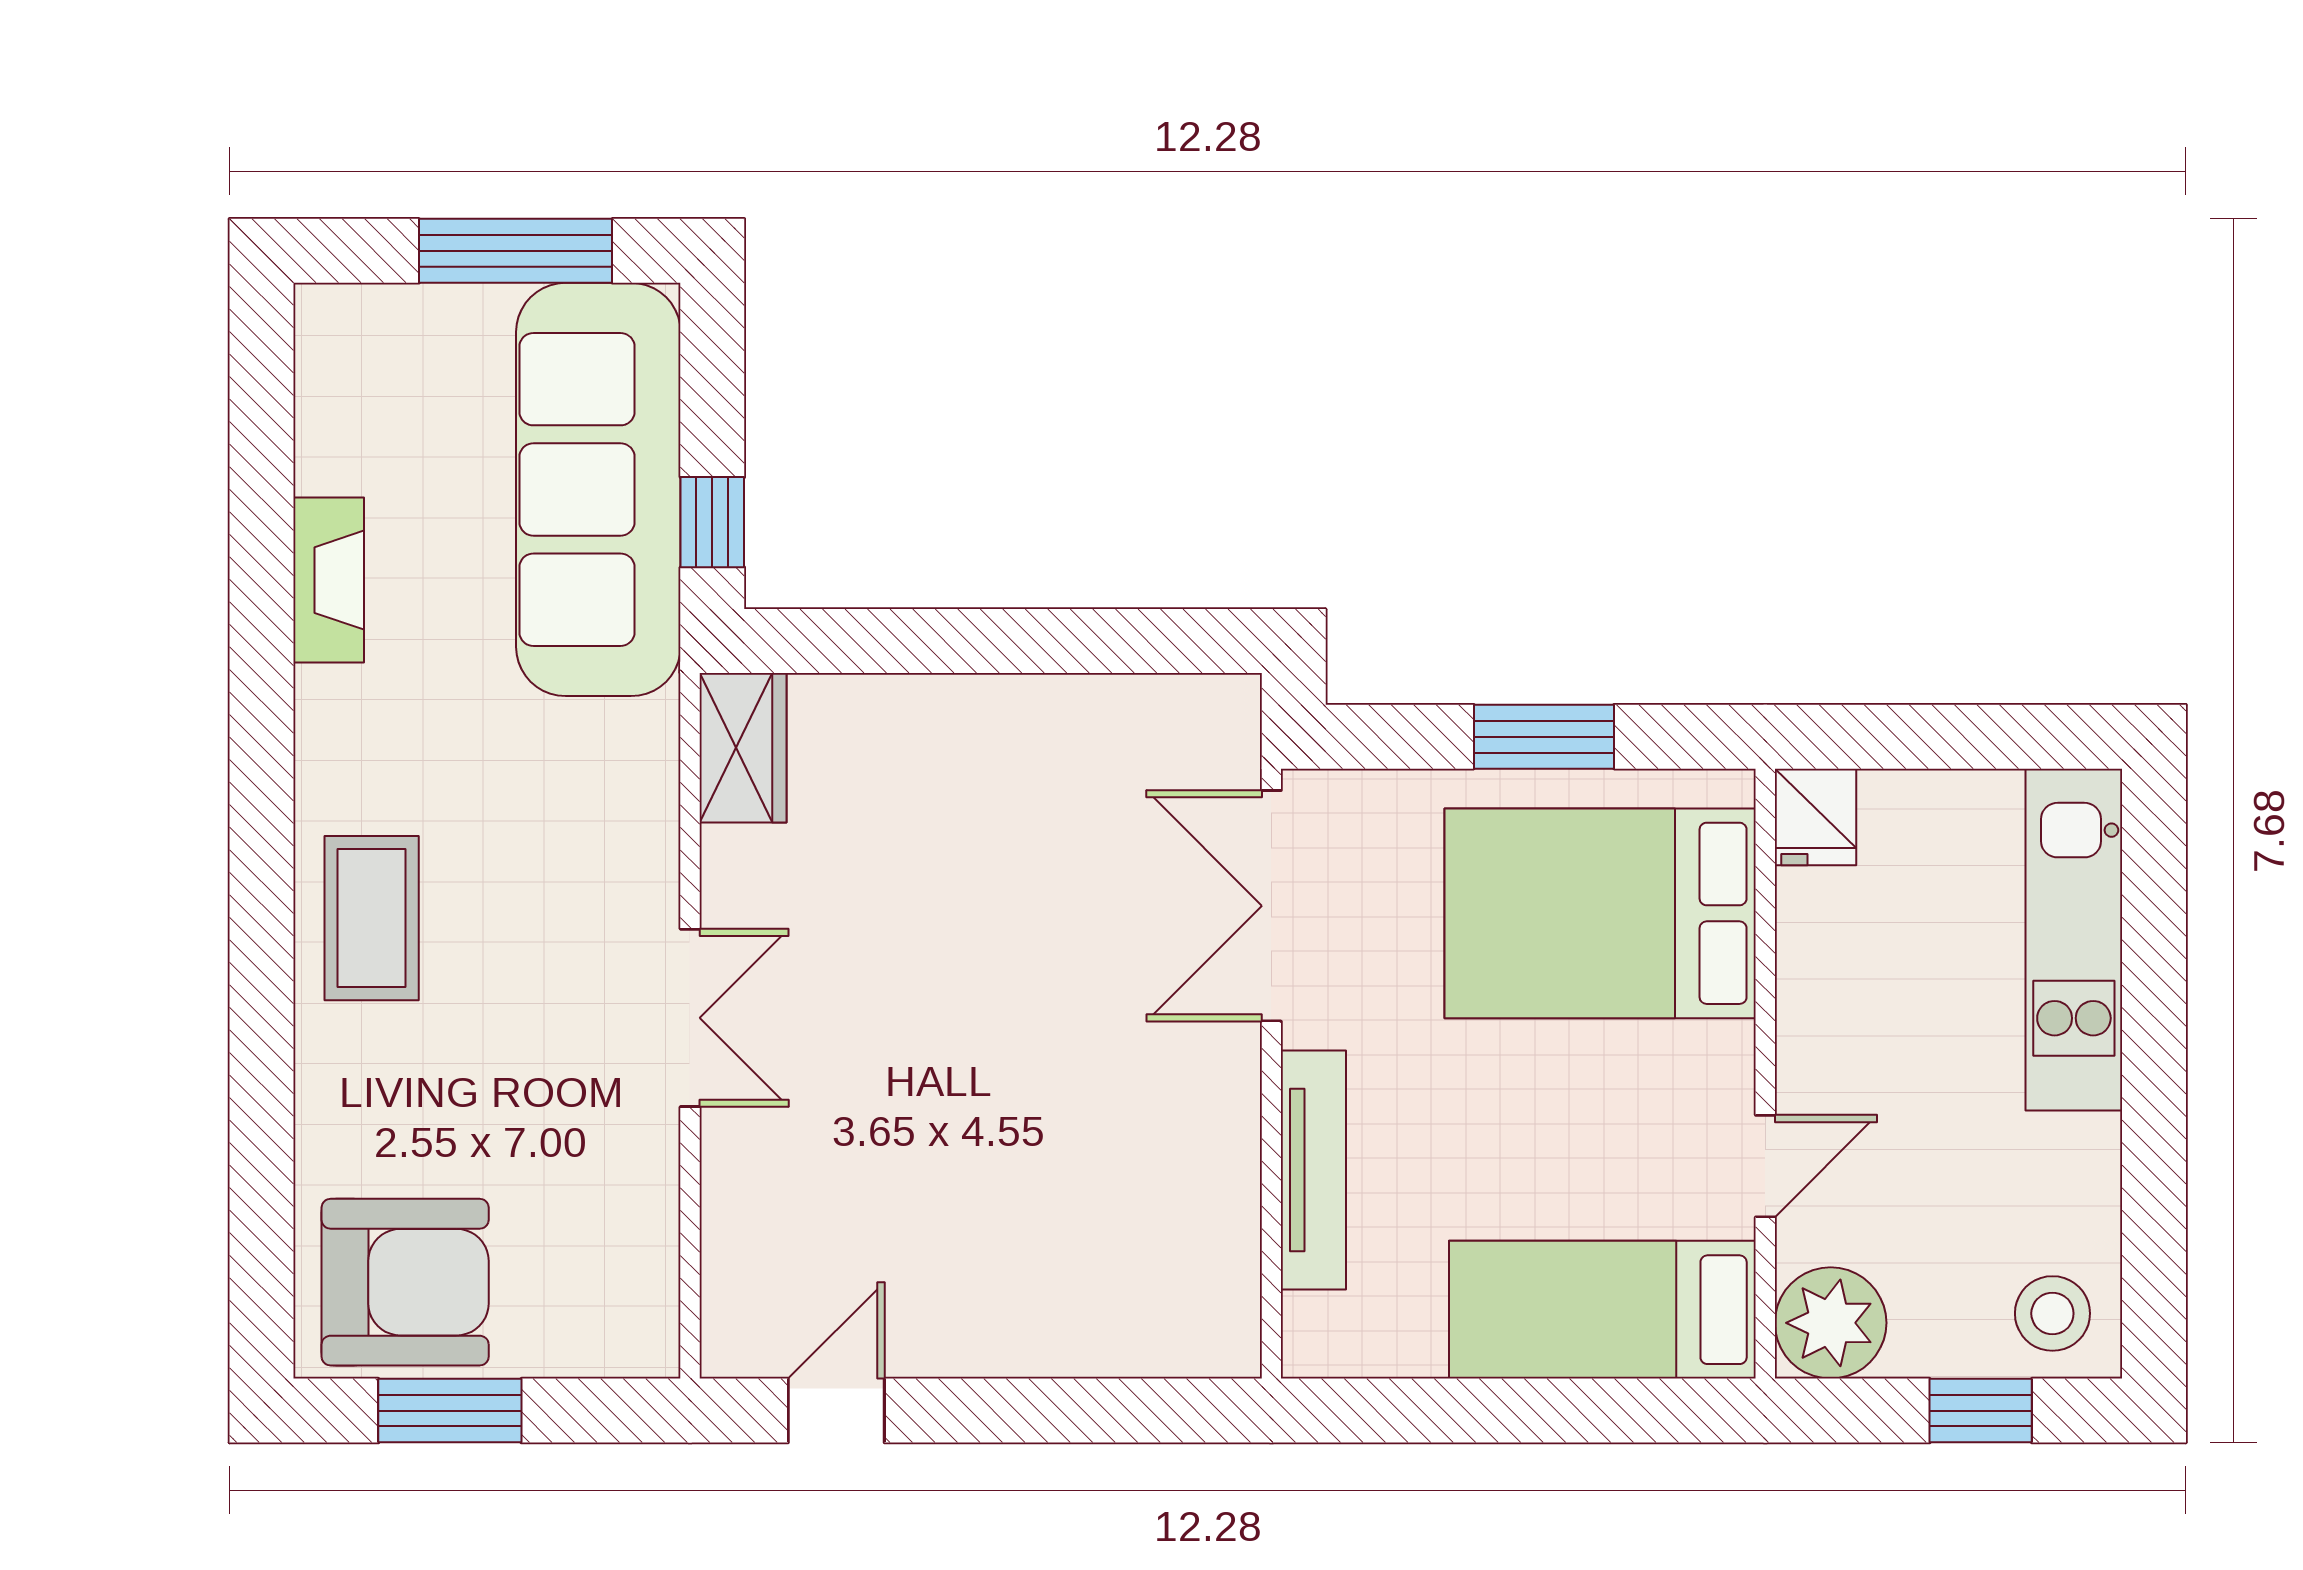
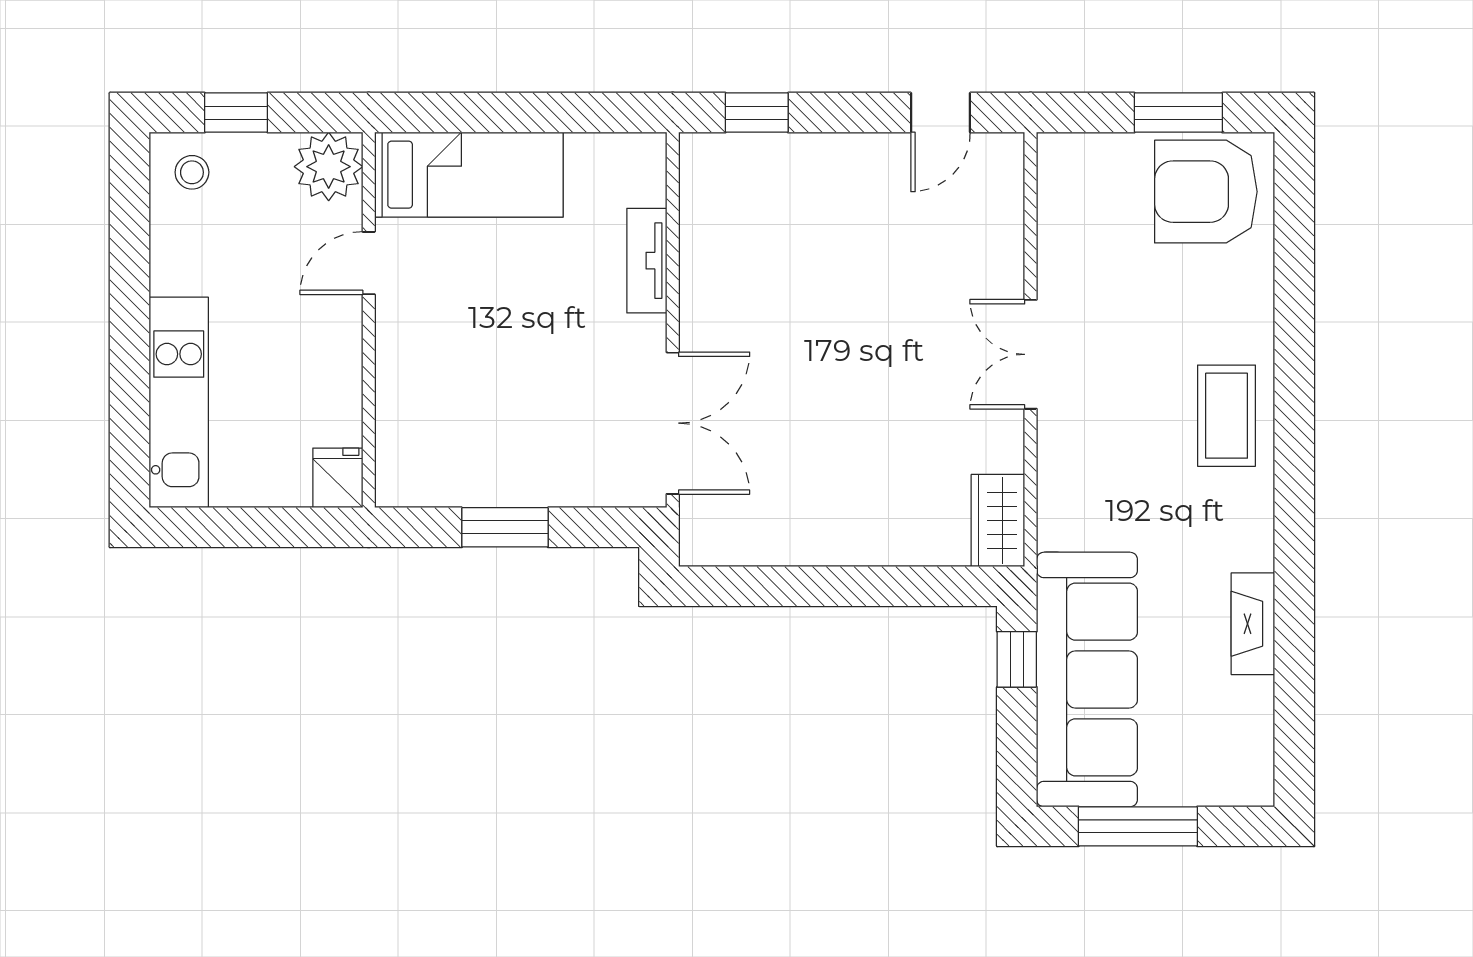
bed: (1600, 913) -> (470, 419), removed
tv unit: (1313, 1170) -> (647, 261), width x0.71
stool: (2052, 1313) -> (192, 172), width x0.73, depth x0.73
window: (1135, 1411) -> (757, 113), added

